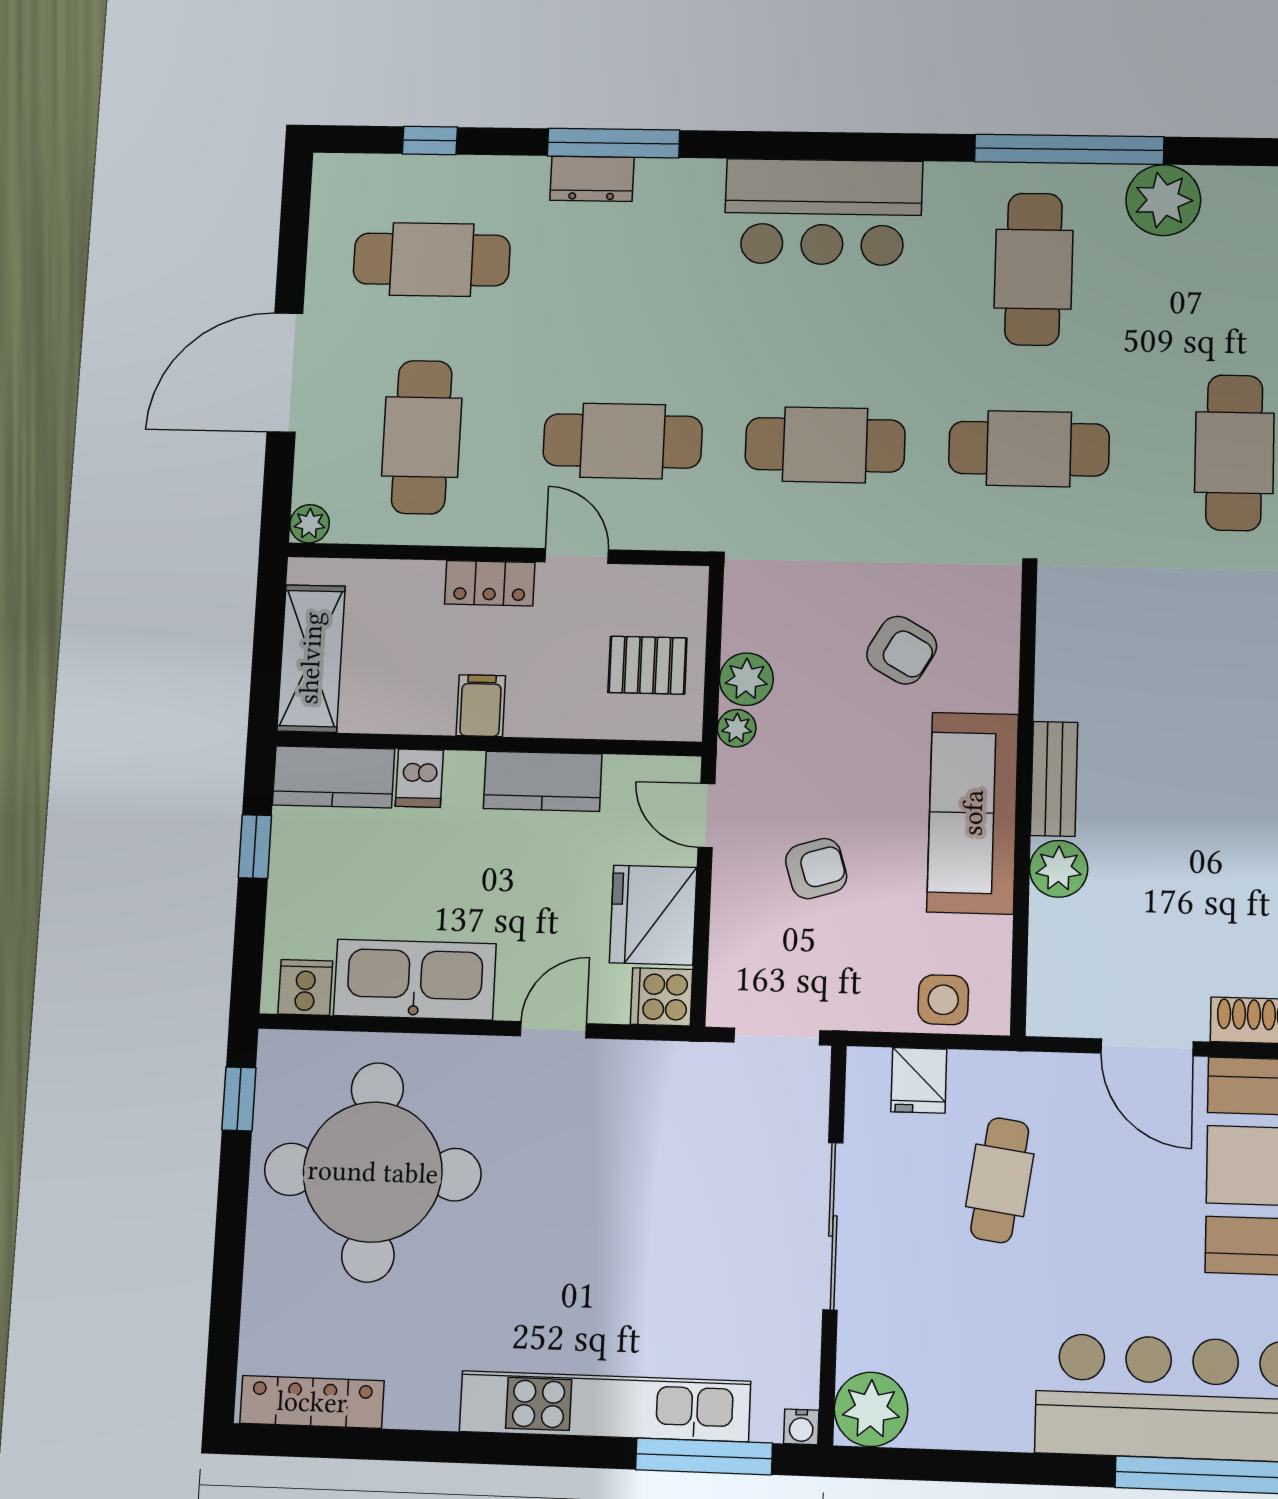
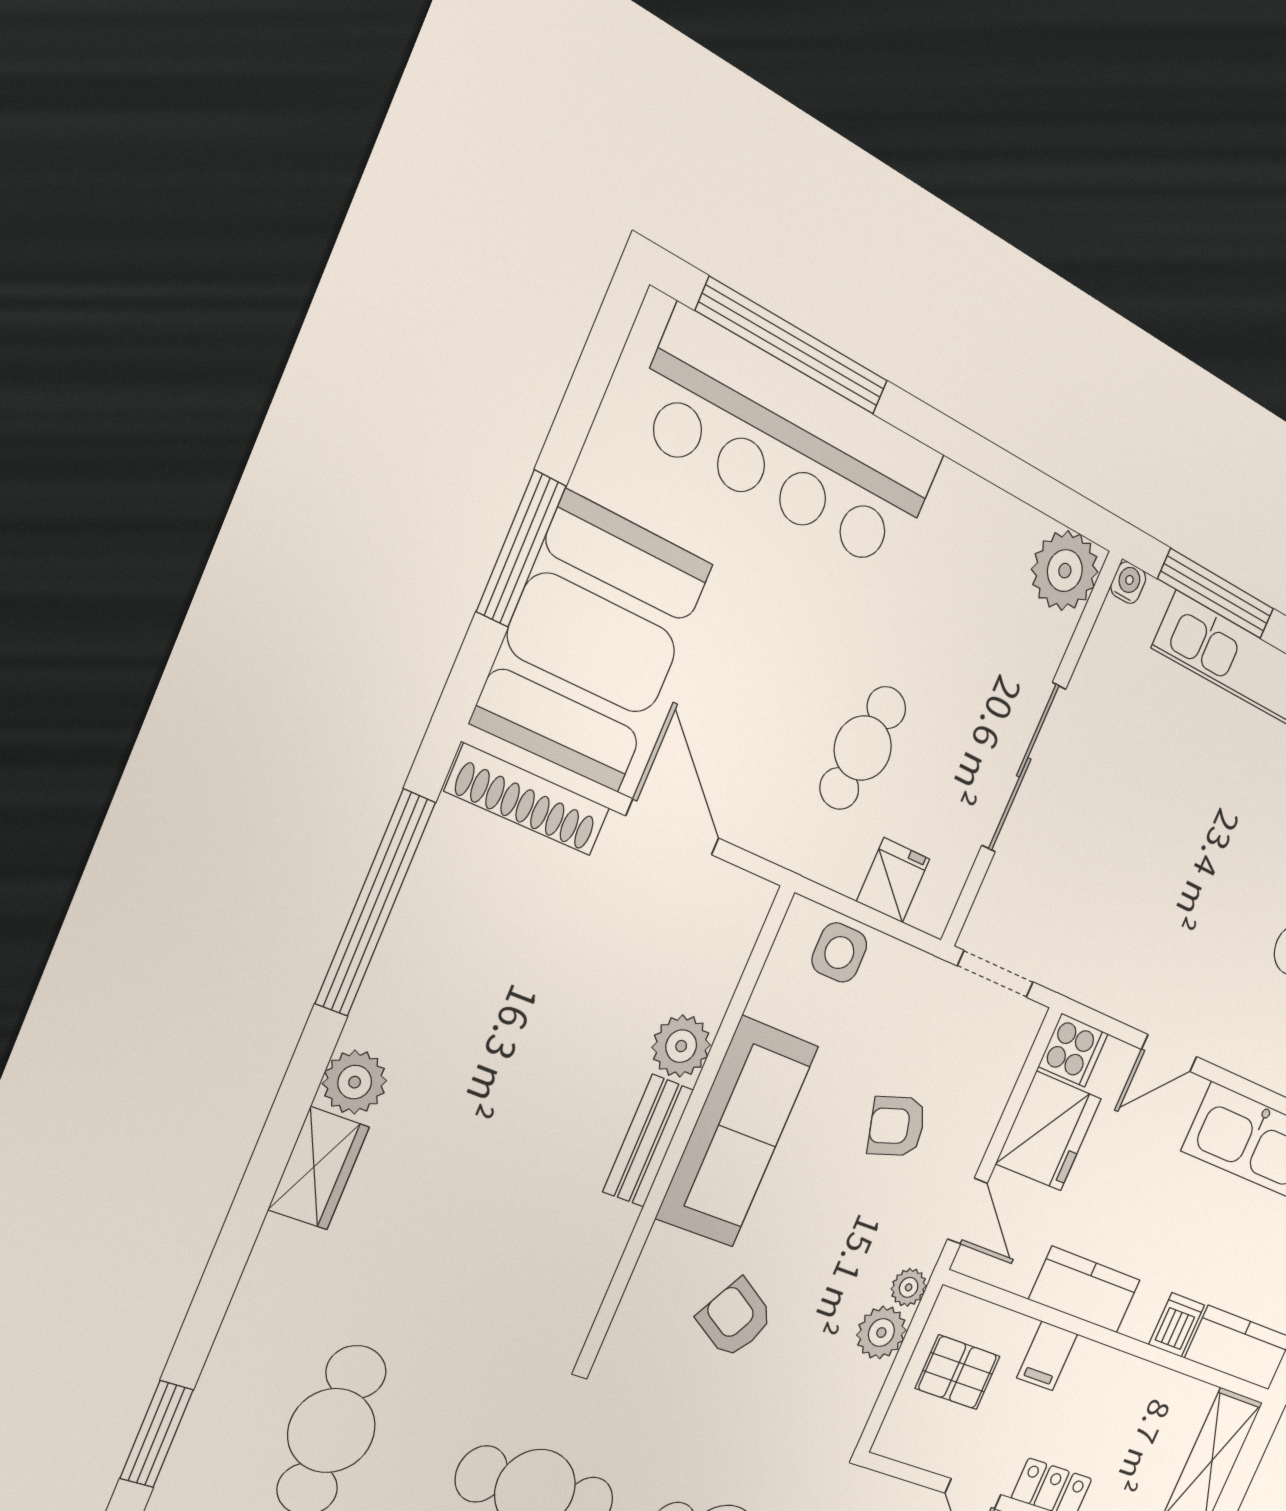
filing cabinet: (481, 706) -> (1047, 1356), moved

